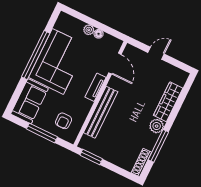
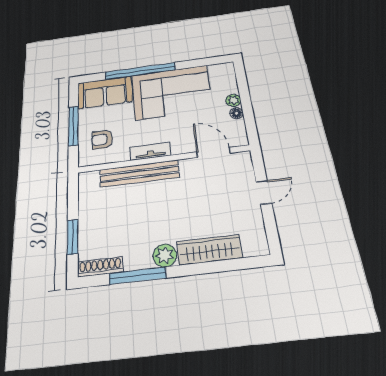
door: (156, 53) -> (264, 192), hinge flipped
window: (36, 55) -> (140, 71), moved
door: (115, 64) -> (213, 152), swing flipped
tv unit: (96, 87) -> (150, 151), moved
window: (91, 157) -> (73, 237), moved

